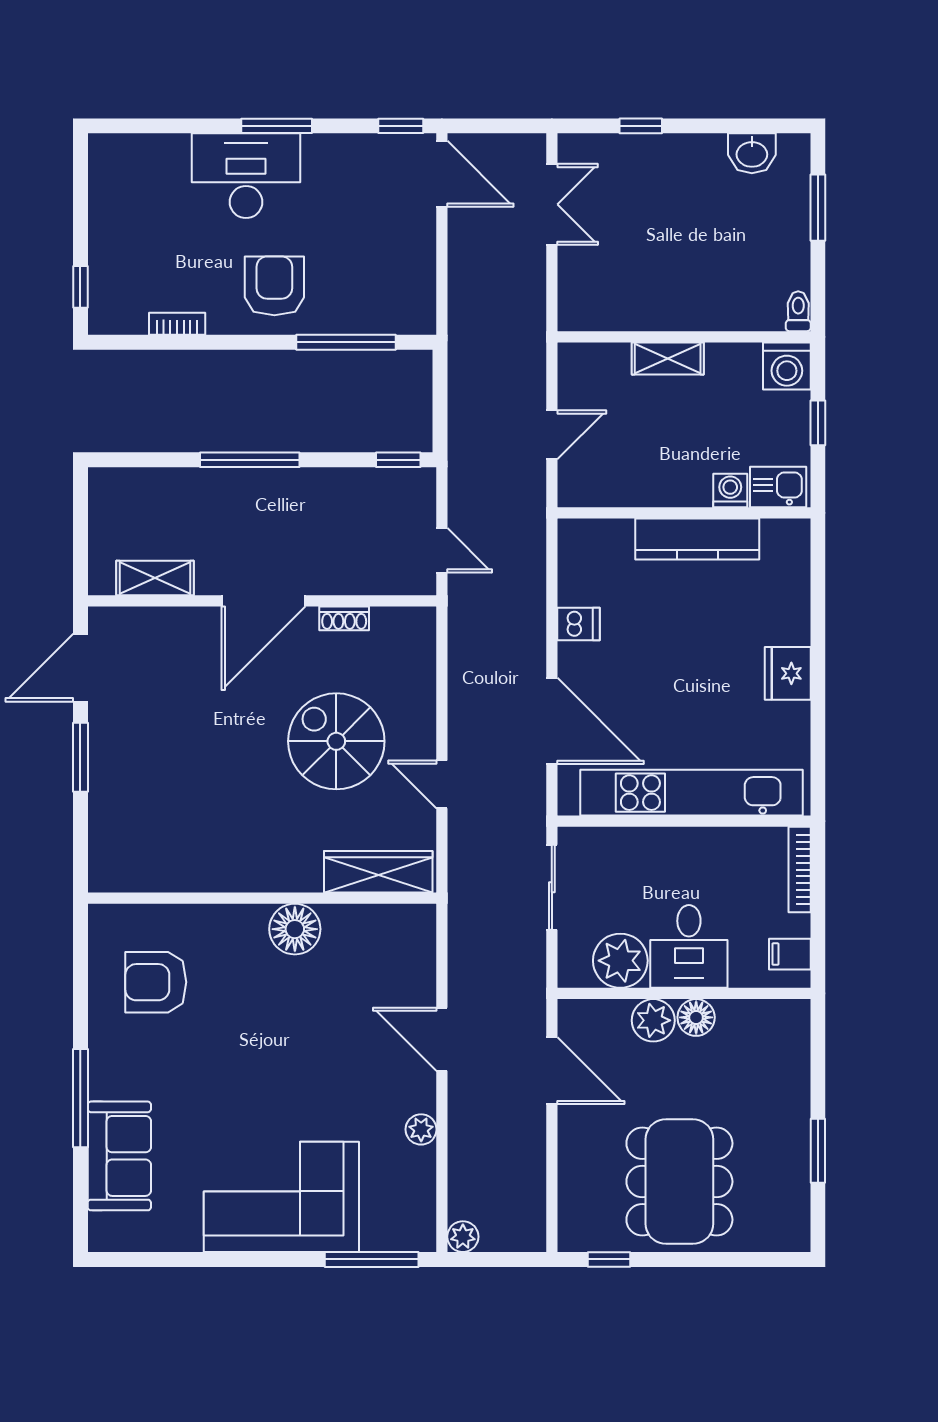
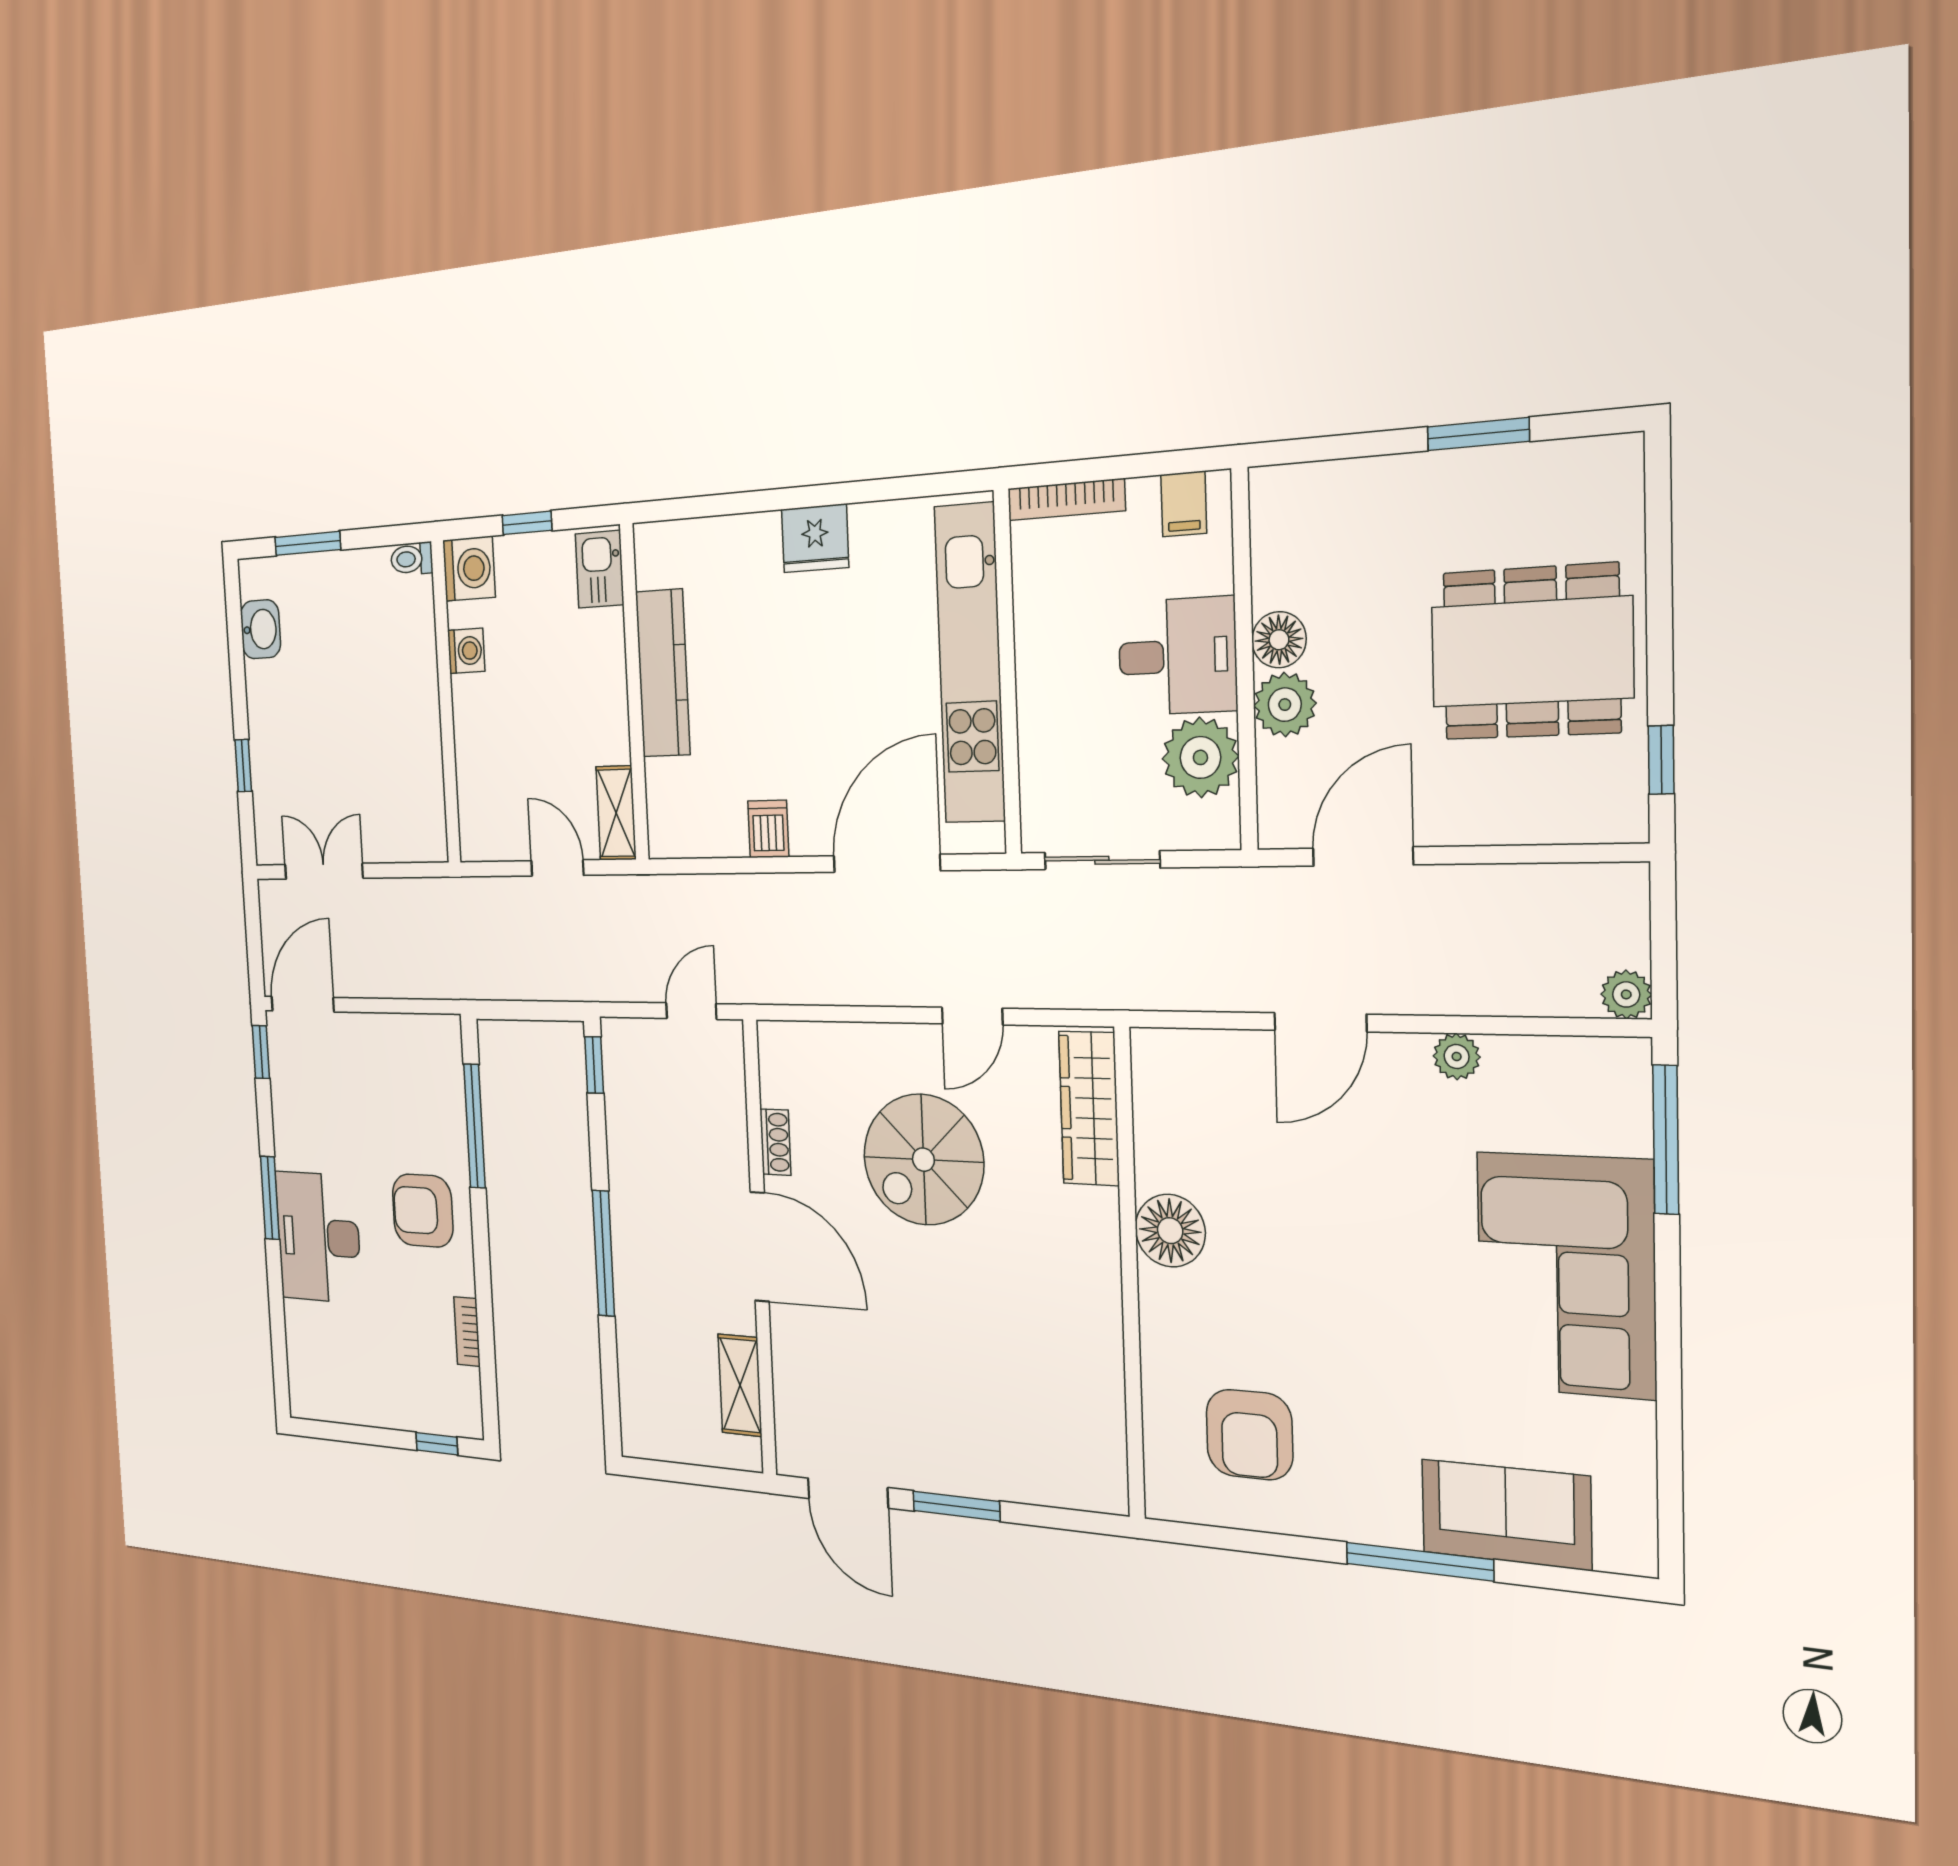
shelving: (668, 358) -> (616, 813), moved
washing machine: (730, 490) -> (466, 651), moved, turned 180

